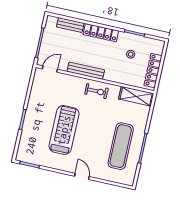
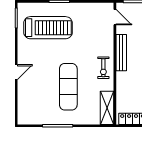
treadmill: (64, 130) -> (48, 28), moved
exercise mat: (121, 146) -> (68, 87), moved, turned 90

